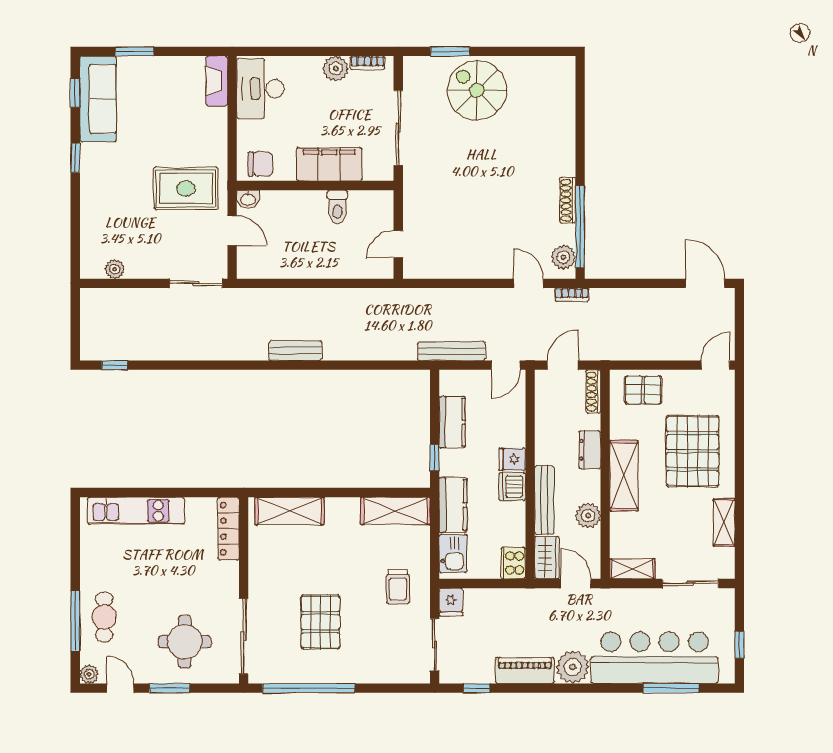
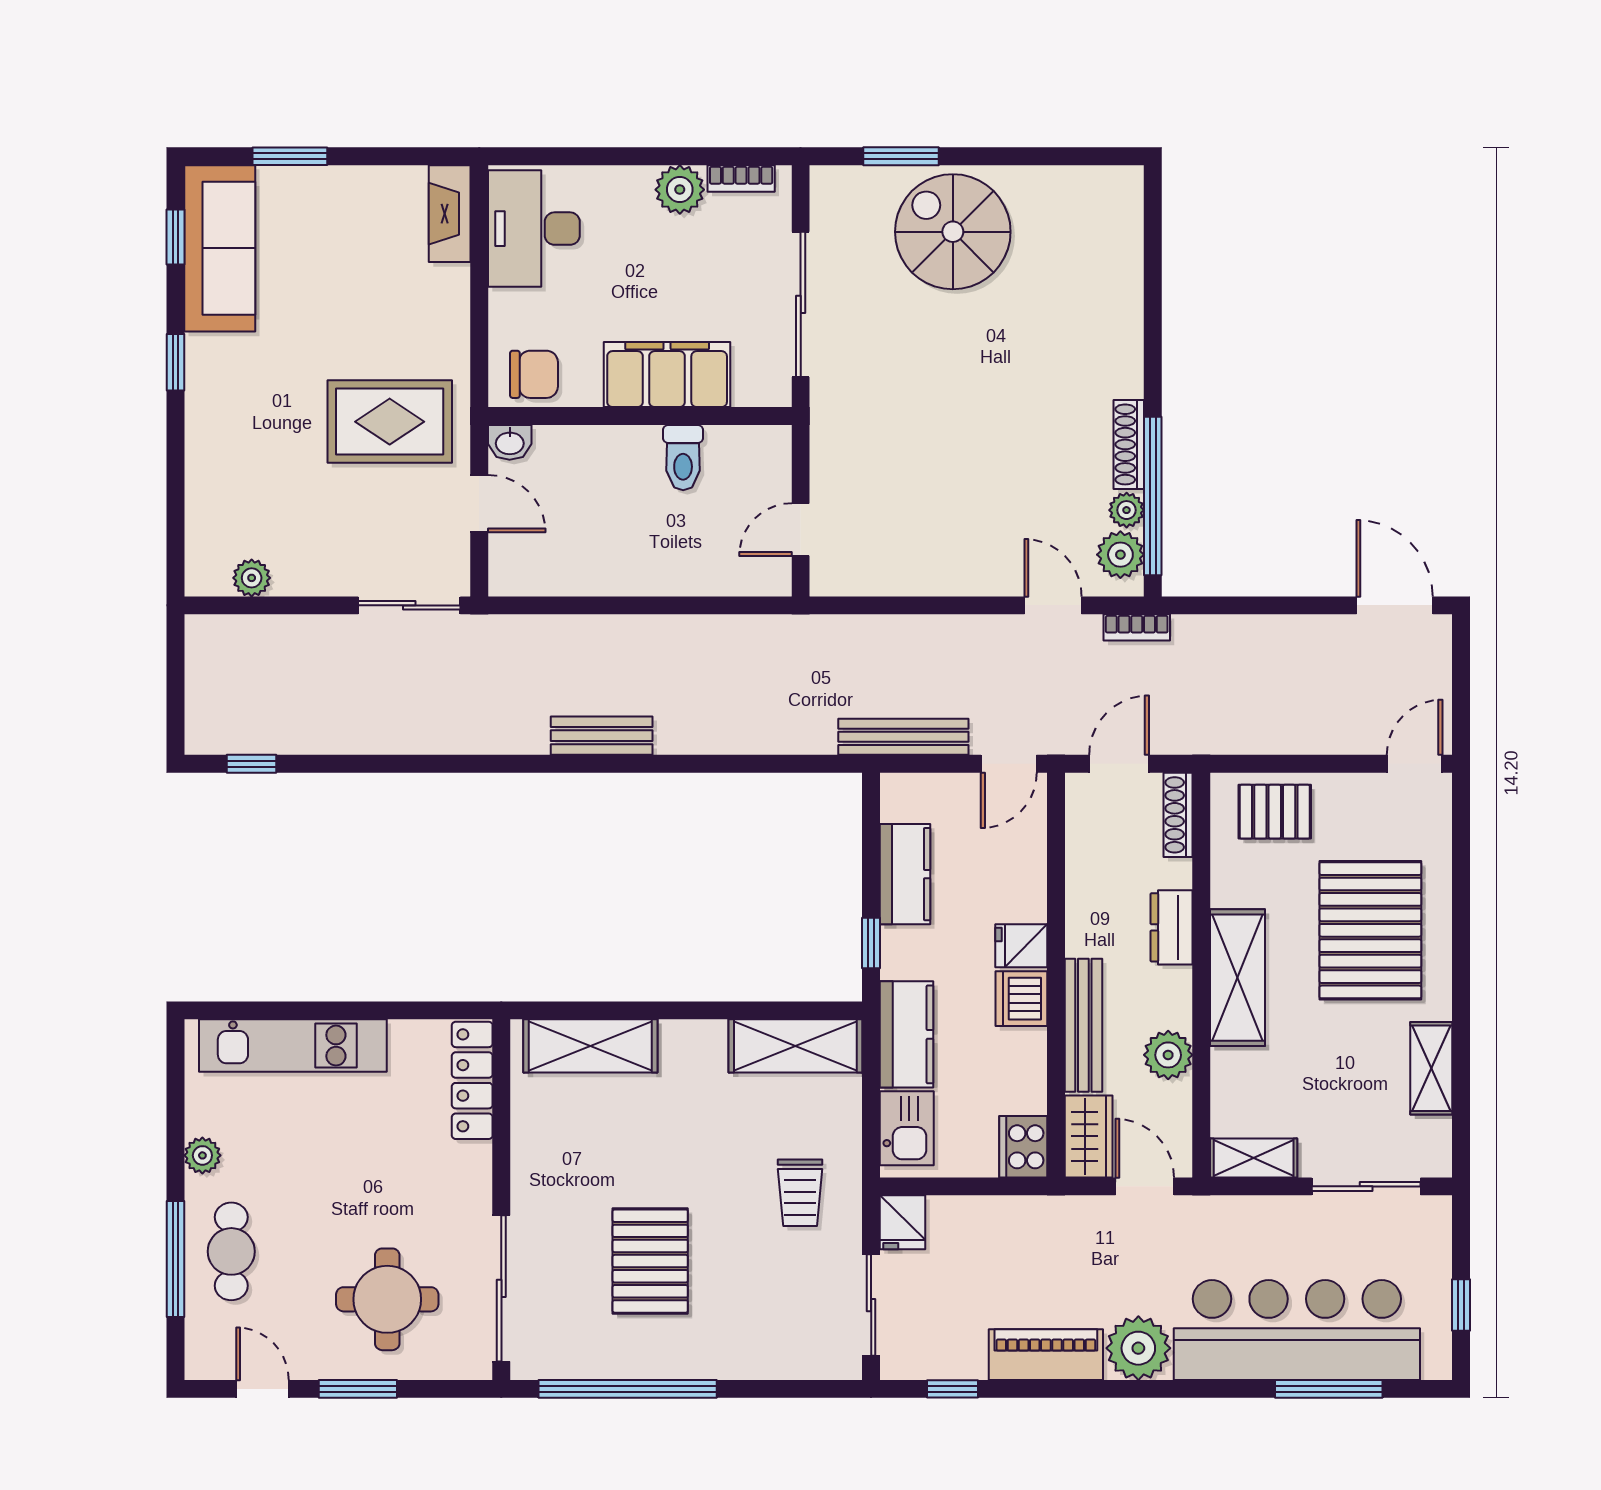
plant: (567, 234) -> (1127, 510), added
plant: (89, 674) -> (202, 1155), moved

